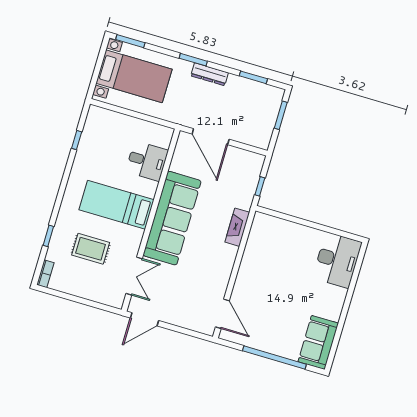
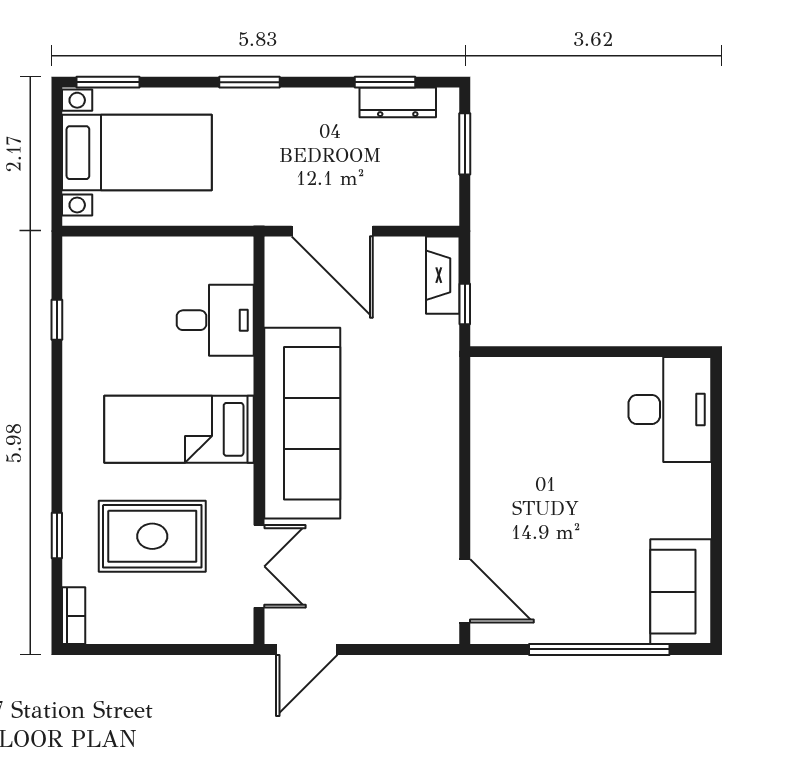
dresser: (210, 74) -> (398, 102), moved
fireplace: (237, 227) -> (443, 275), moved
rug: (91, 249) -> (152, 536), width x1.36, depth x1.43

